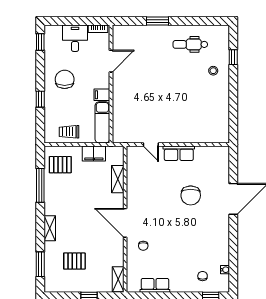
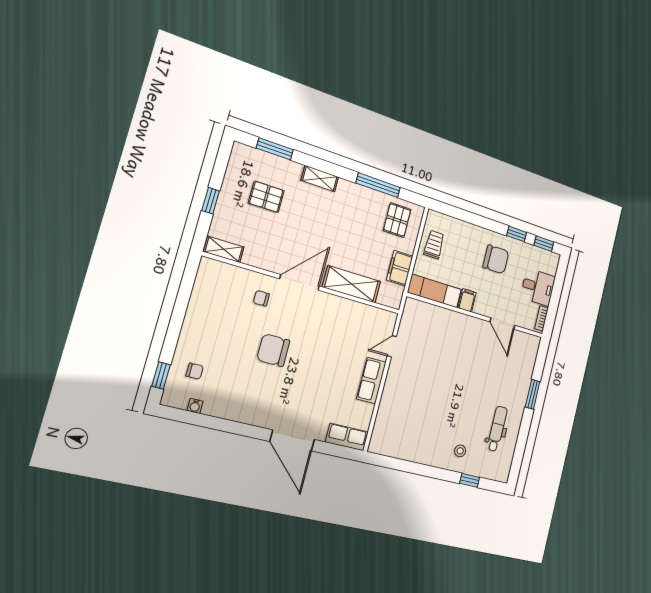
window: (40, 99) -> (517, 234), moved
shelving: (118, 179) -> (352, 284), width x1.50, depth x1.33
chair: (191, 195) -> (273, 350), moved
pallet: (74, 261) -> (266, 197), turned 90
row of seats: (155, 285) -> (347, 437), moved, turned -90

